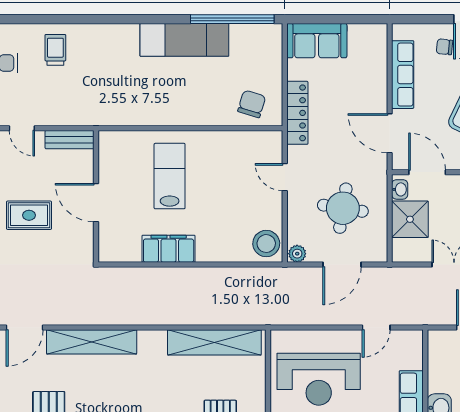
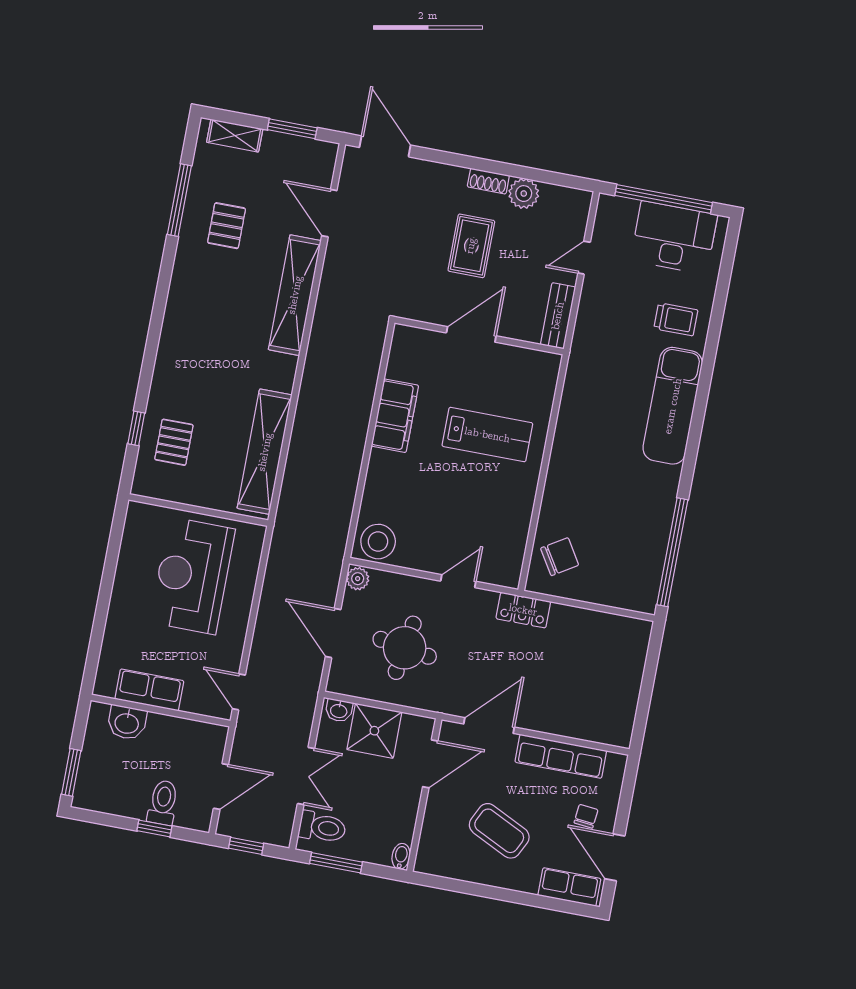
exam couch: (184, 40) -> (673, 406), moved
sofa: (317, 41) -> (625, 655), removed
chair: (252, 104) -> (560, 557), turned -49
locker: (297, 113) -> (523, 610), width x0.66
washbasin: (400, 189) -> (339, 710), moved
door: (376, 327) -> (239, 692), moved

